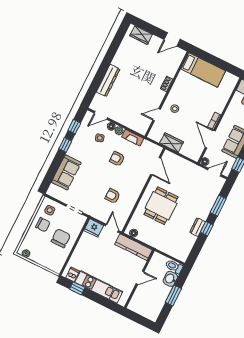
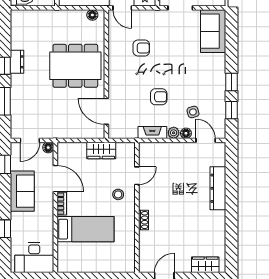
bed: (203, 70) -> (86, 229), moved, turned 180
door: (101, 115) -> (206, 140), hinge flipped
sofa: (66, 172) -> (213, 31), moved
dining table: (161, 206) -> (75, 66), width x1.38

